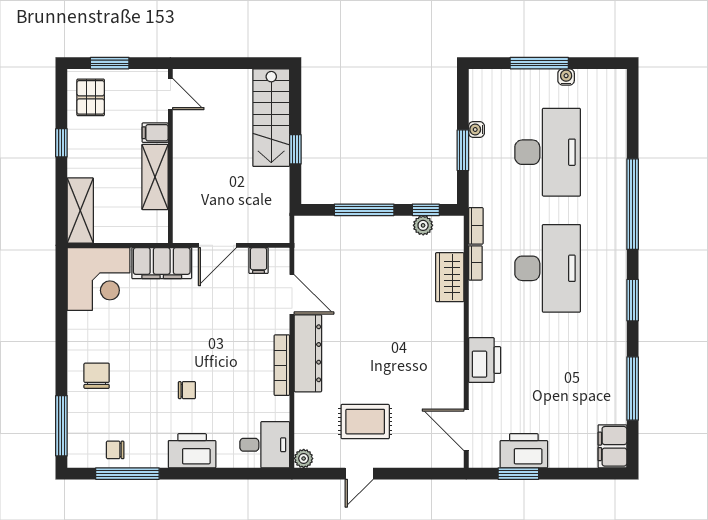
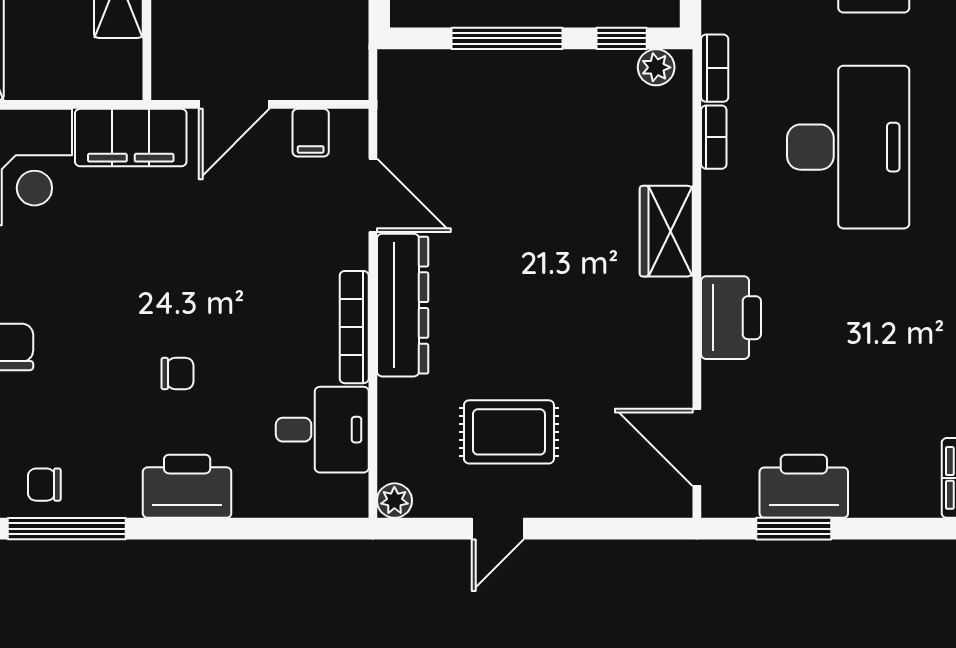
plant: (423, 225) -> (656, 67), moved
wardrobe: (450, 277) -> (666, 231), moved
desk: (265, 445) -> (322, 430), moved

